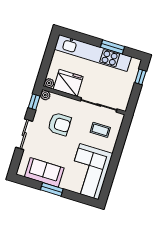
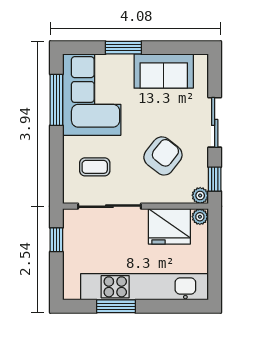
window: (140, 77) -> (56, 240), moved
armchair: (59, 124) -> (163, 156), turned 128
window: (110, 175) -> (56, 100), added
window: (52, 189) -> (123, 48), moved

